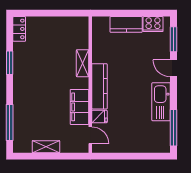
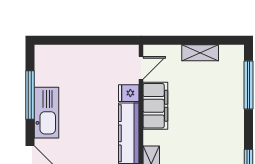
window: (174, 128) -> (30, 95), moved
door: (90, 135) -> (141, 68), swing flipped

